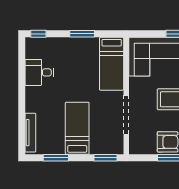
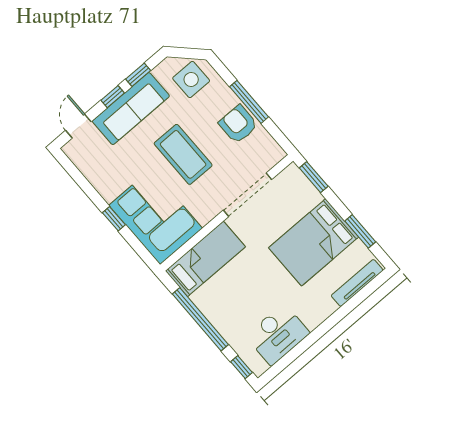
window: (82, 34) -> (200, 319), width x2.11
desk: (39, 72) -> (278, 334), width x1.37
bed: (77, 128) -> (314, 242), width x1.50

